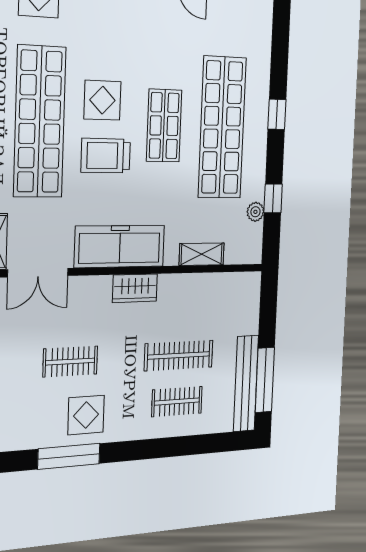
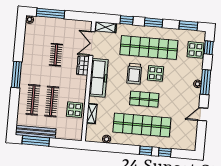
trolley: (106, 156) -> (134, 74), turned 180
window: (273, 198) -> (165, 152), moved
wardrobe: (135, 288) -> (83, 65), moved
clothes rail: (177, 402) -> (33, 100), width x1.36
display table: (86, 415) -> (74, 110), moved
window: (69, 456) -> (17, 75), moved

